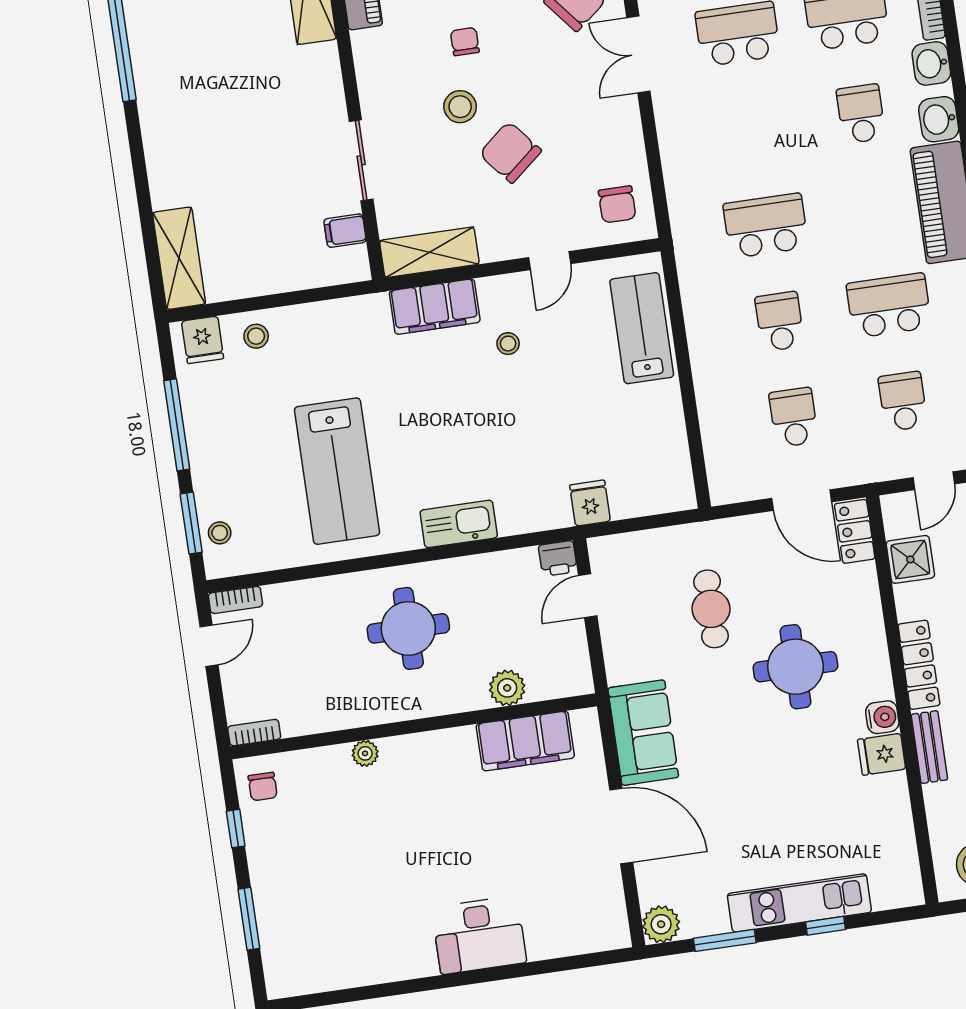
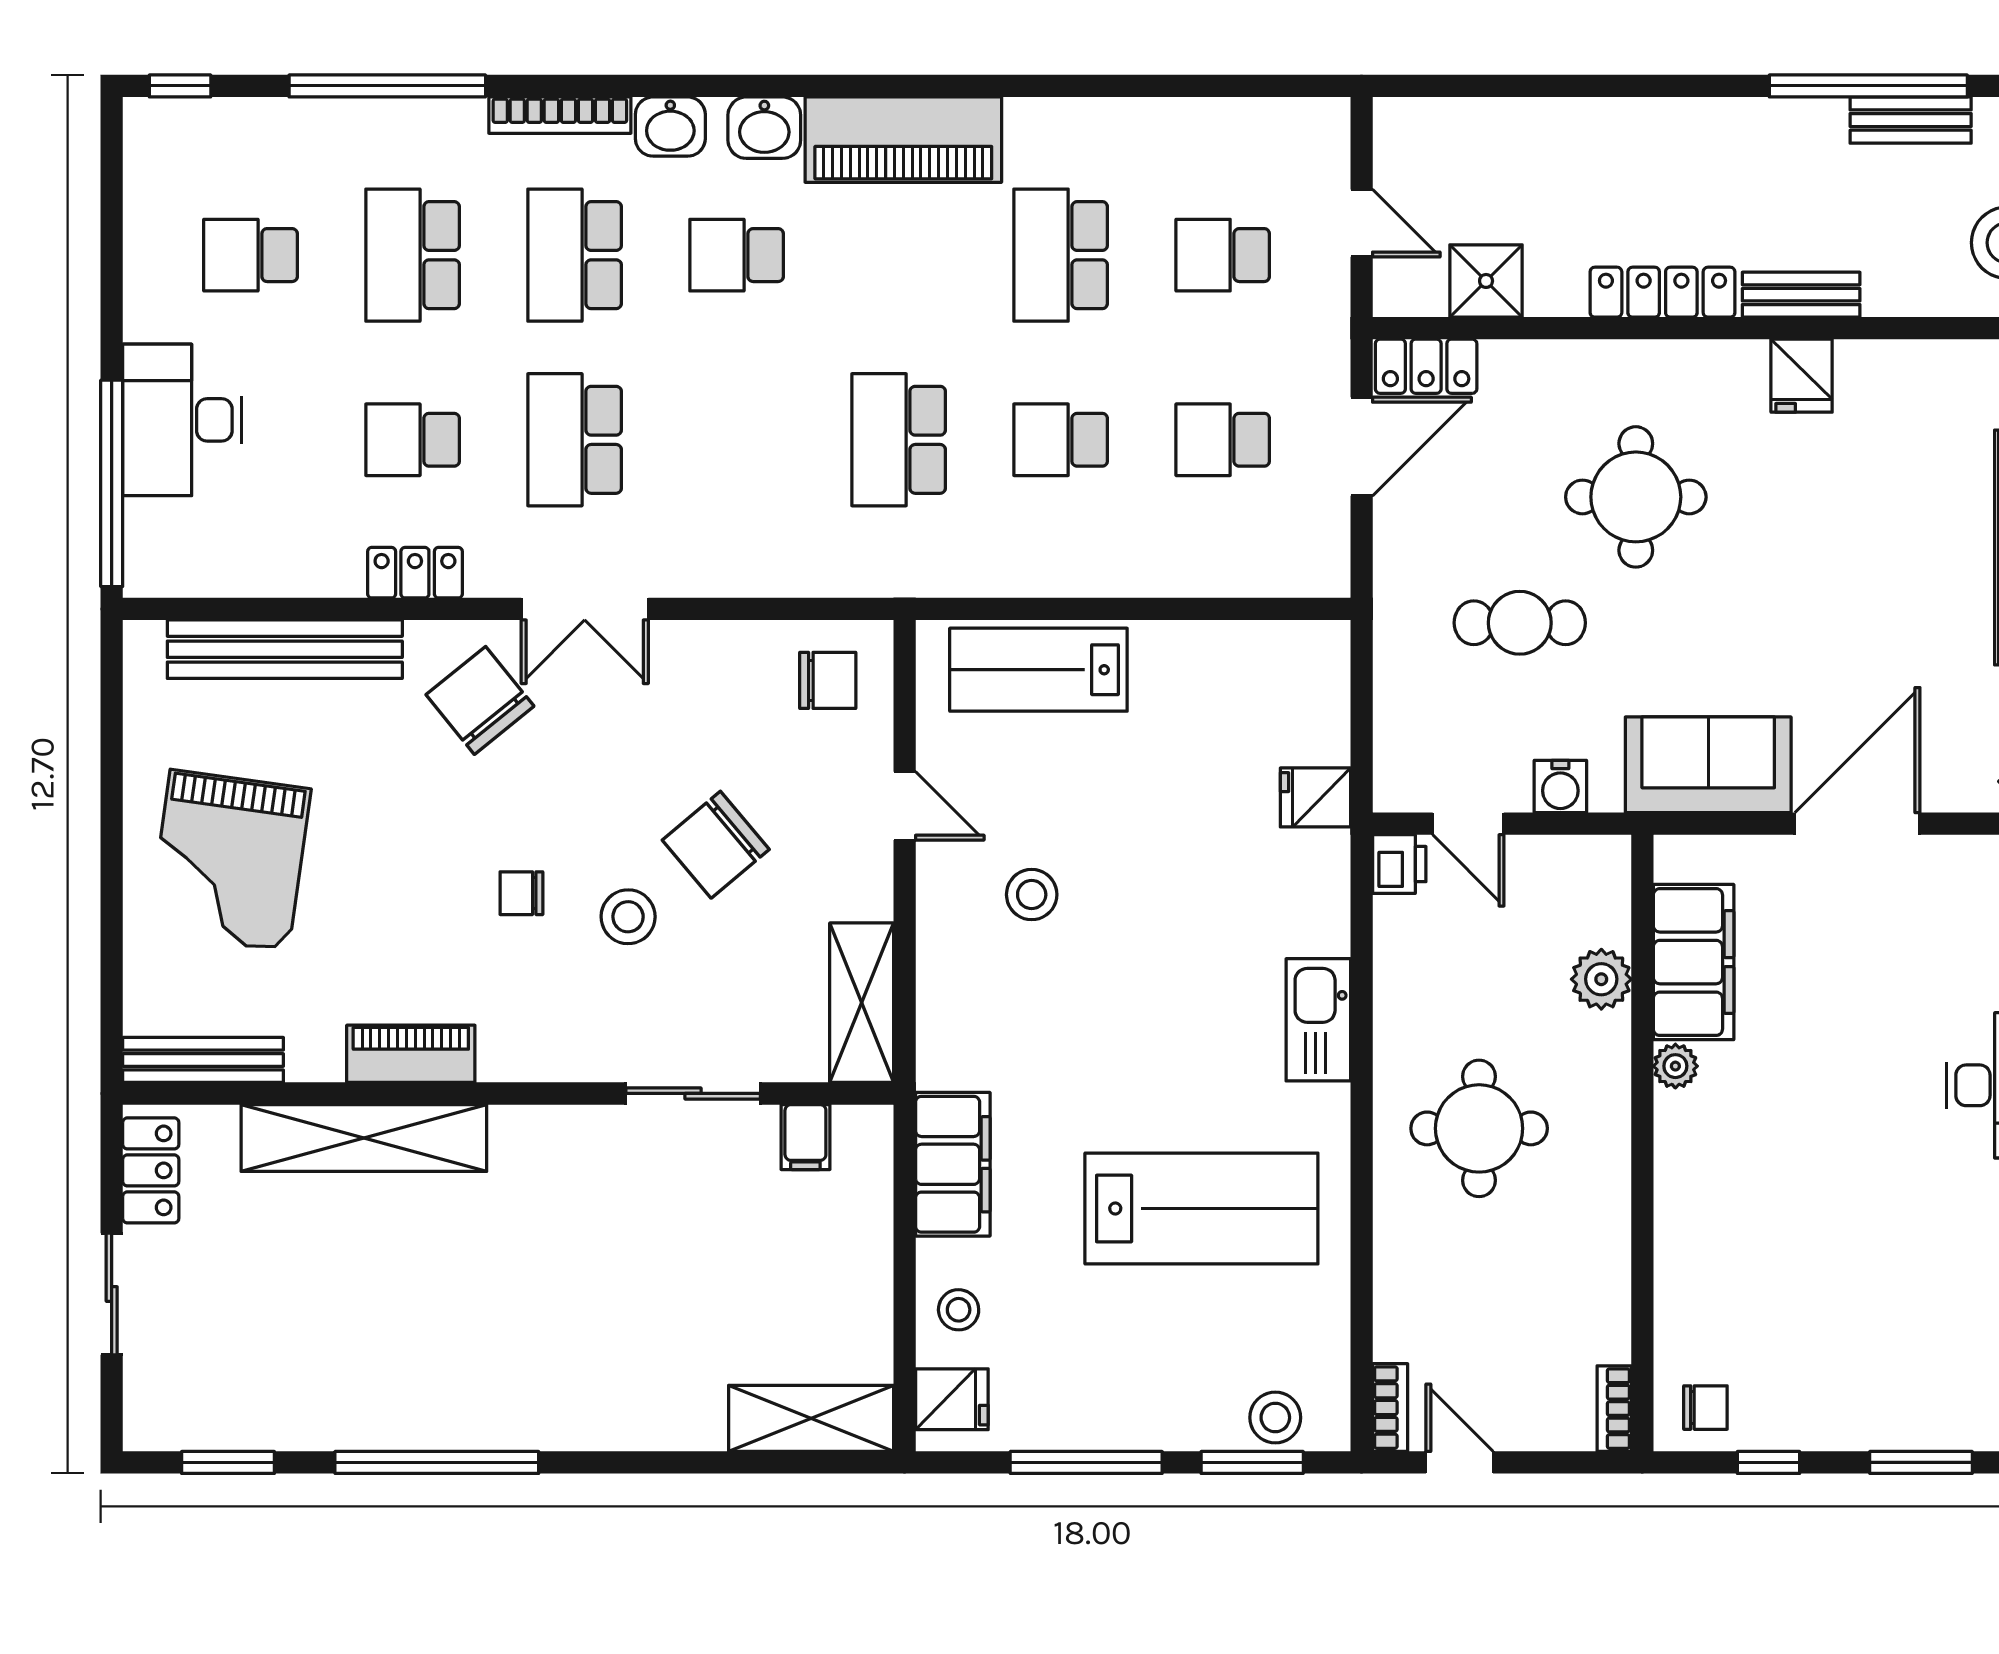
filing cabinet: (435, 307) -> (953, 1164), moved
stool: (508, 344) -> (1032, 895), width x1.37, depth x1.37
stool: (220, 533) -> (1275, 1418), width x1.37, depth x1.37
water cooler: (882, 717) -> (1560, 787), moved, turned 180
plant: (365, 753) -> (1675, 1066), moved

